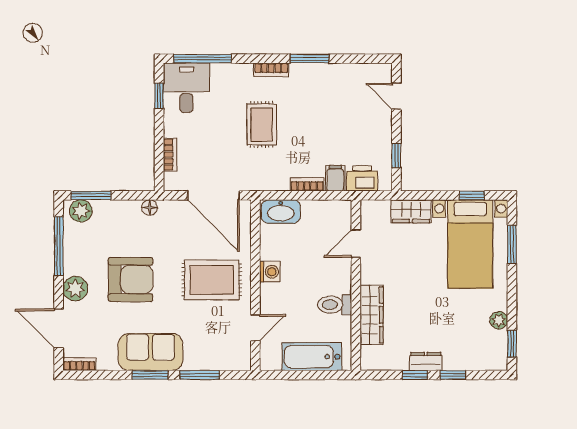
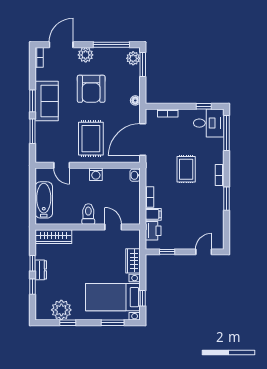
rug: (262, 124) -> (186, 169), turned 90
washbasin: (281, 212) -> (135, 175), width x0.52, depth x0.69
toilet: (335, 305) -> (88, 214), moved
wardrobe: (372, 315) -> (53, 237), moved
plant: (499, 320) -> (61, 310), width x1.88, depth x1.88
window: (512, 344) -> (68, 323), moved

